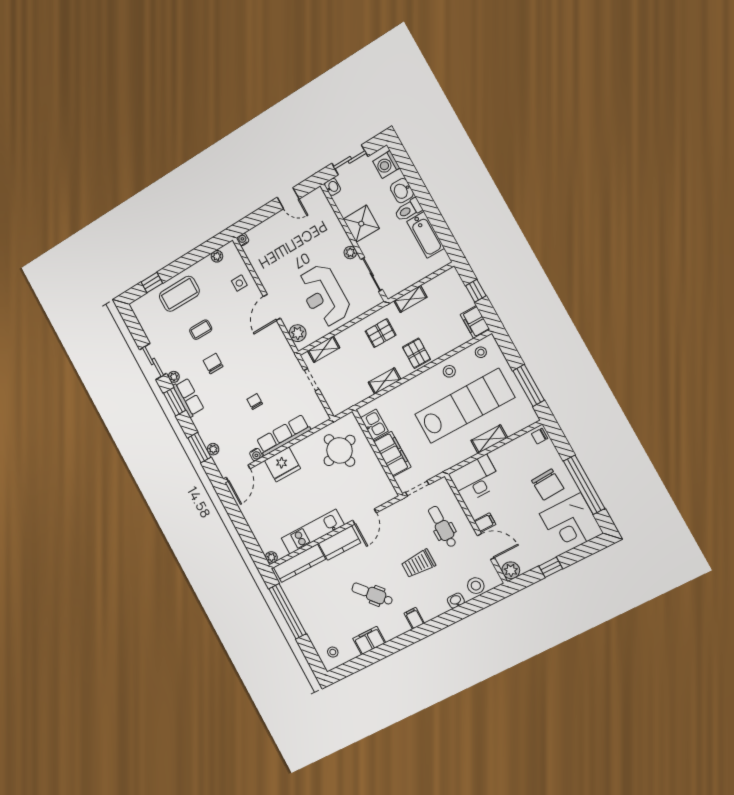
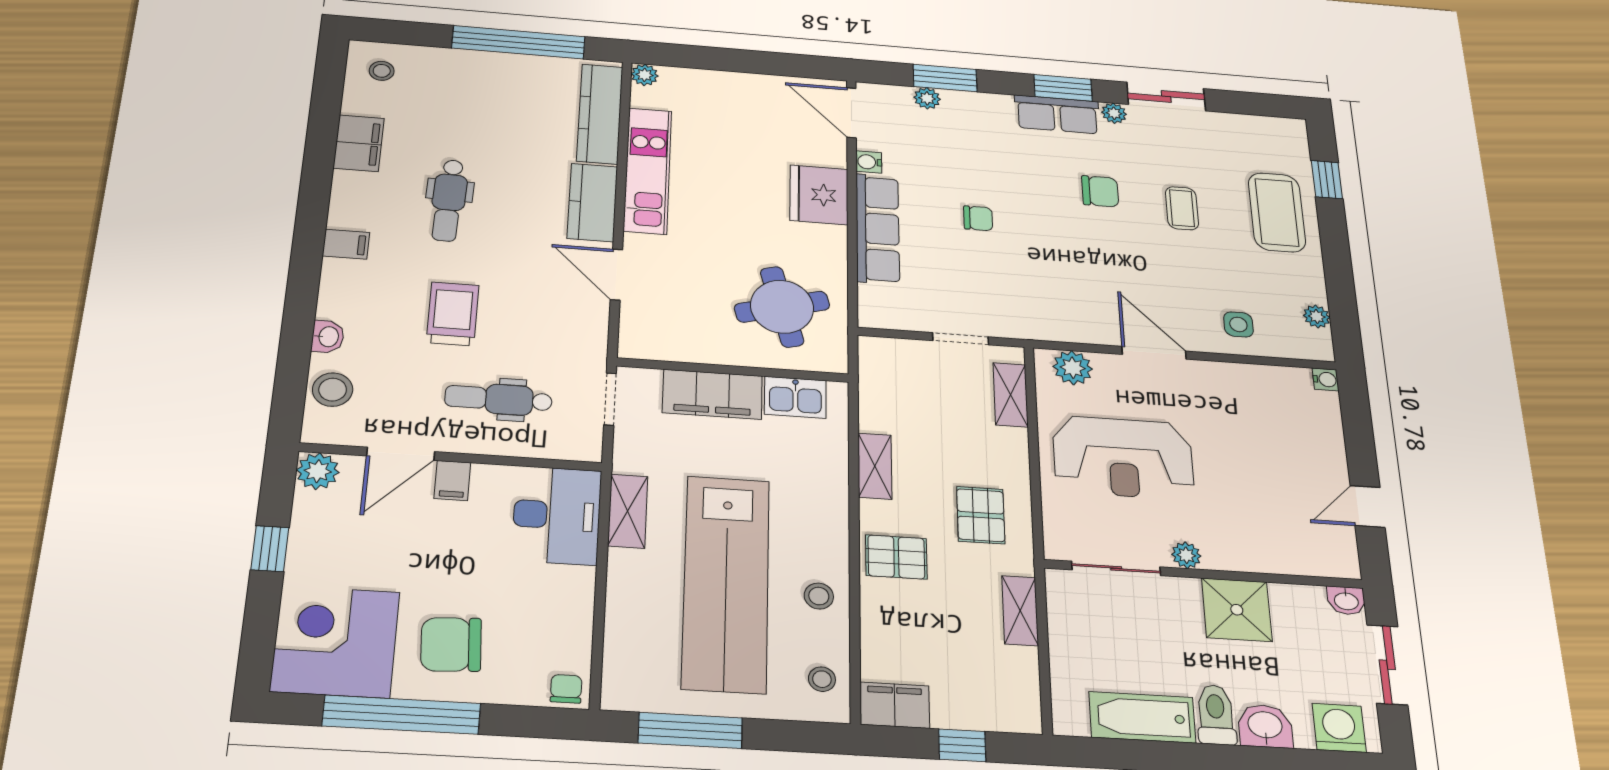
reception desk: (324, 296) -> (1123, 457), turned 180
shelving: (489, 439) -> (628, 511), moved
dental chair: (442, 527) -> (499, 399), turned 180
dental chair: (372, 594) -> (449, 200), turned 134

